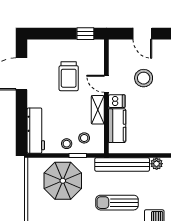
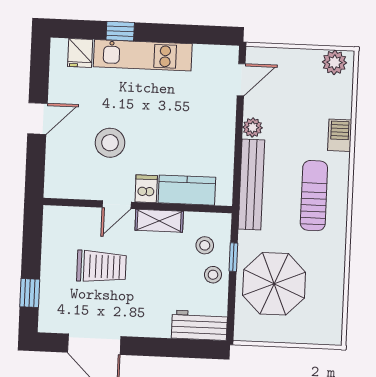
window: (85, 34) -> (30, 293), moved
door: (142, 34) -> (37, 119), moved
workbench: (36, 131) -> (199, 325), width x0.73
sun lounger: (117, 203) -> (314, 196), turned 180

